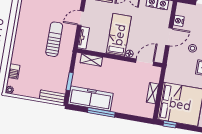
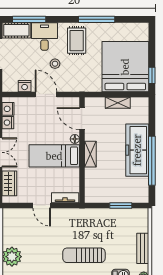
sun lounger: (54, 39) -> (84, 255), moved
shelving: (91, 60) -> (90, 154), moved
bench: (52, 96) -> (143, 248), moved
freezer: (91, 99) -> (137, 150), moved
window: (101, 112) -> (152, 161), width x1.46

